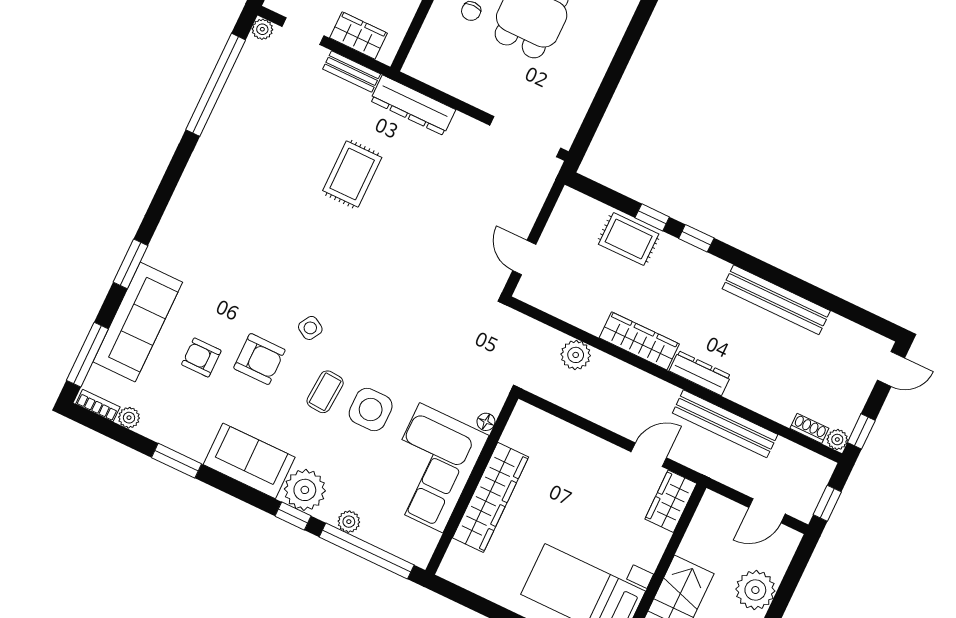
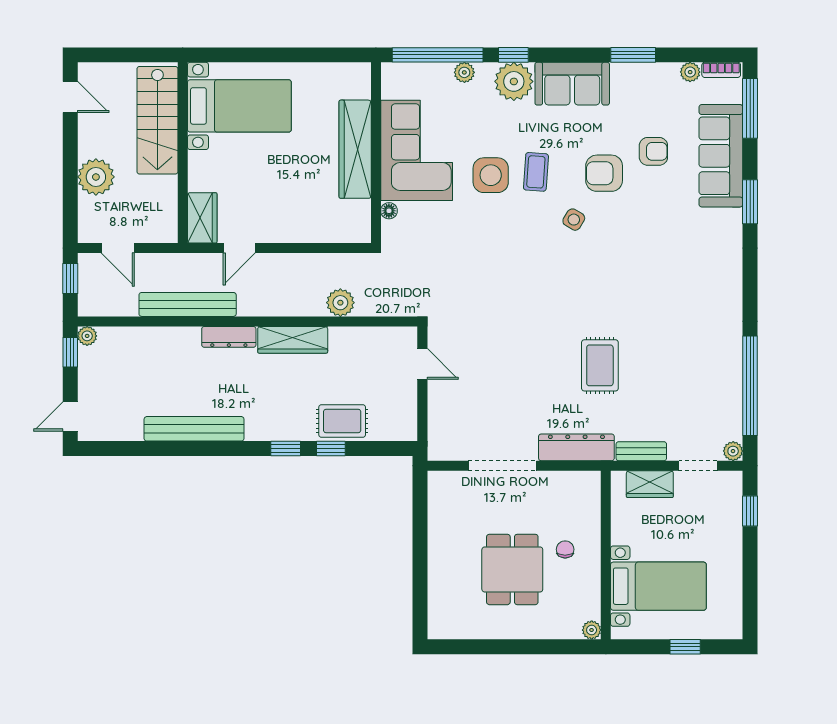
doorway: (525, 137) -> (502, 466), moved
shoe rack: (809, 428) -> (115, 334), removed
door: (767, 511) -> (118, 248), swing flipped

